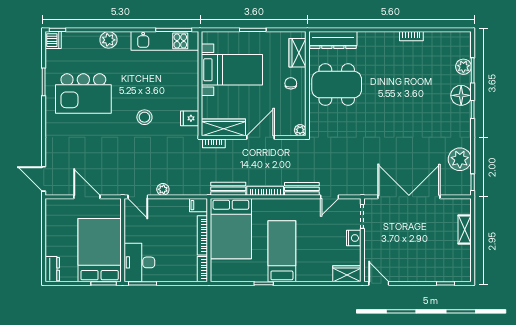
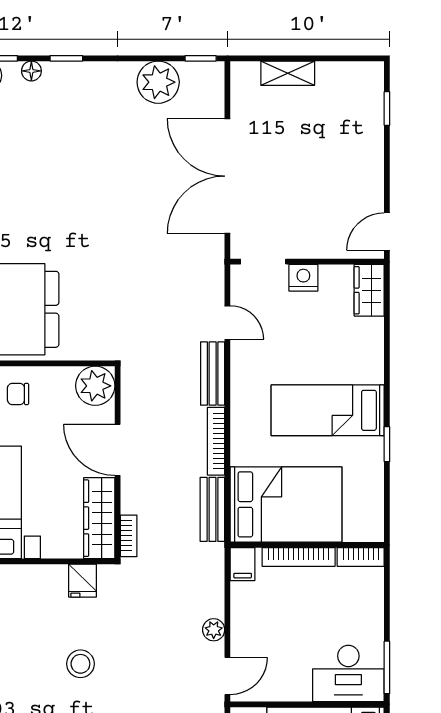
floor lamp: (461, 95) -> (31, 71), width x0.53, depth x0.53
plant: (300, 130) -> (95, 386), width x1.88, depth x1.88

